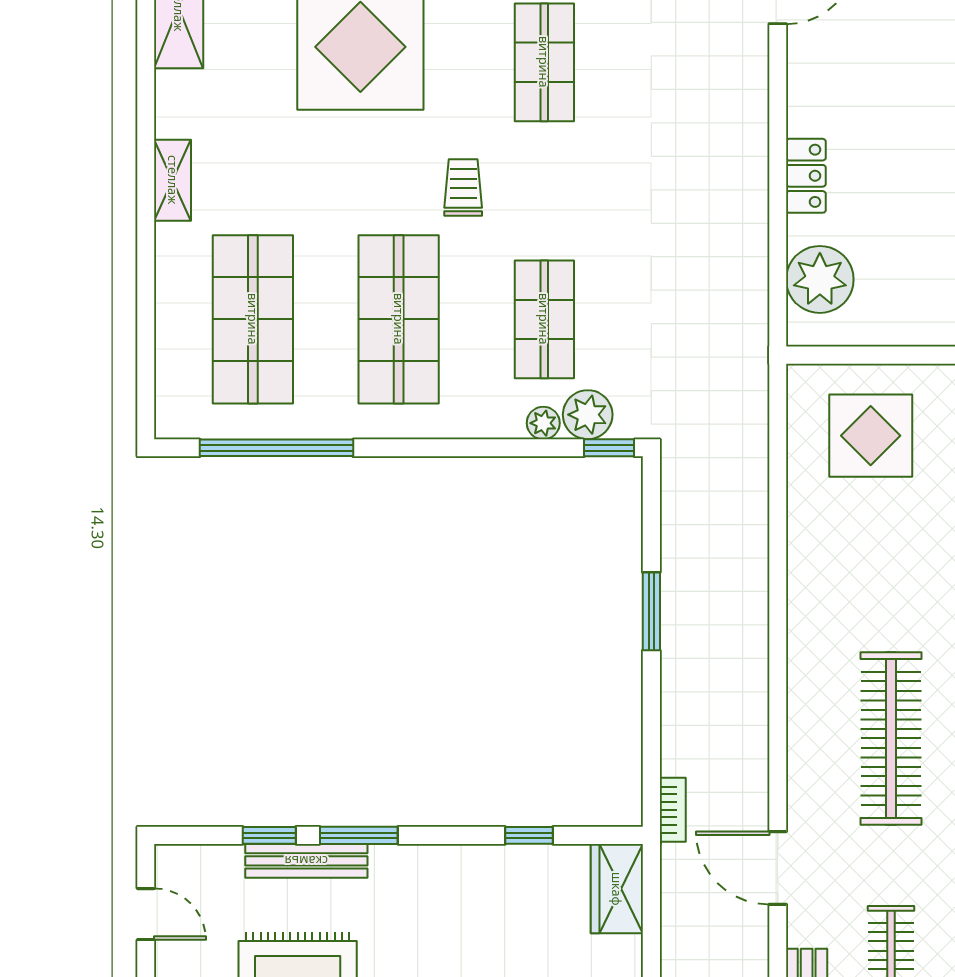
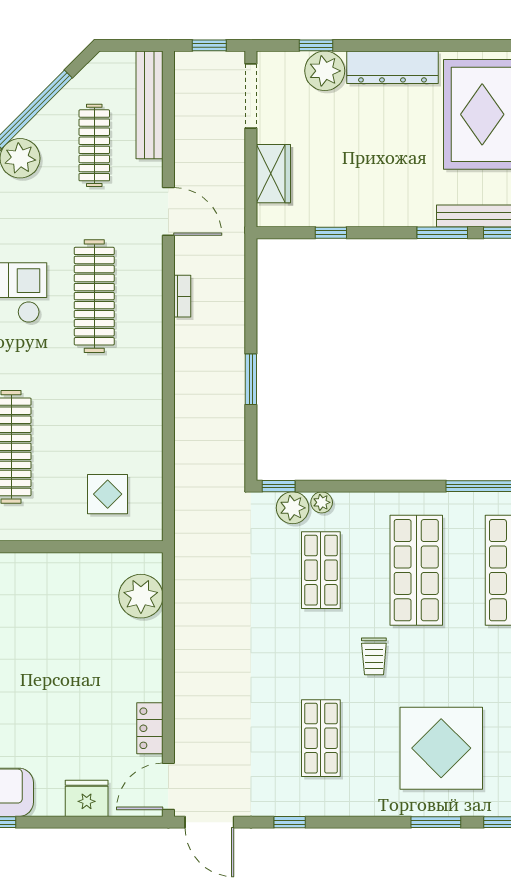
locker: (806, 176) -> (150, 728), moved
display table: (871, 436) -> (108, 494), width x0.73, depth x0.73
bookcase: (673, 810) -> (182, 296), moved, turned 180
wardrobe: (617, 889) -> (273, 174), moved

